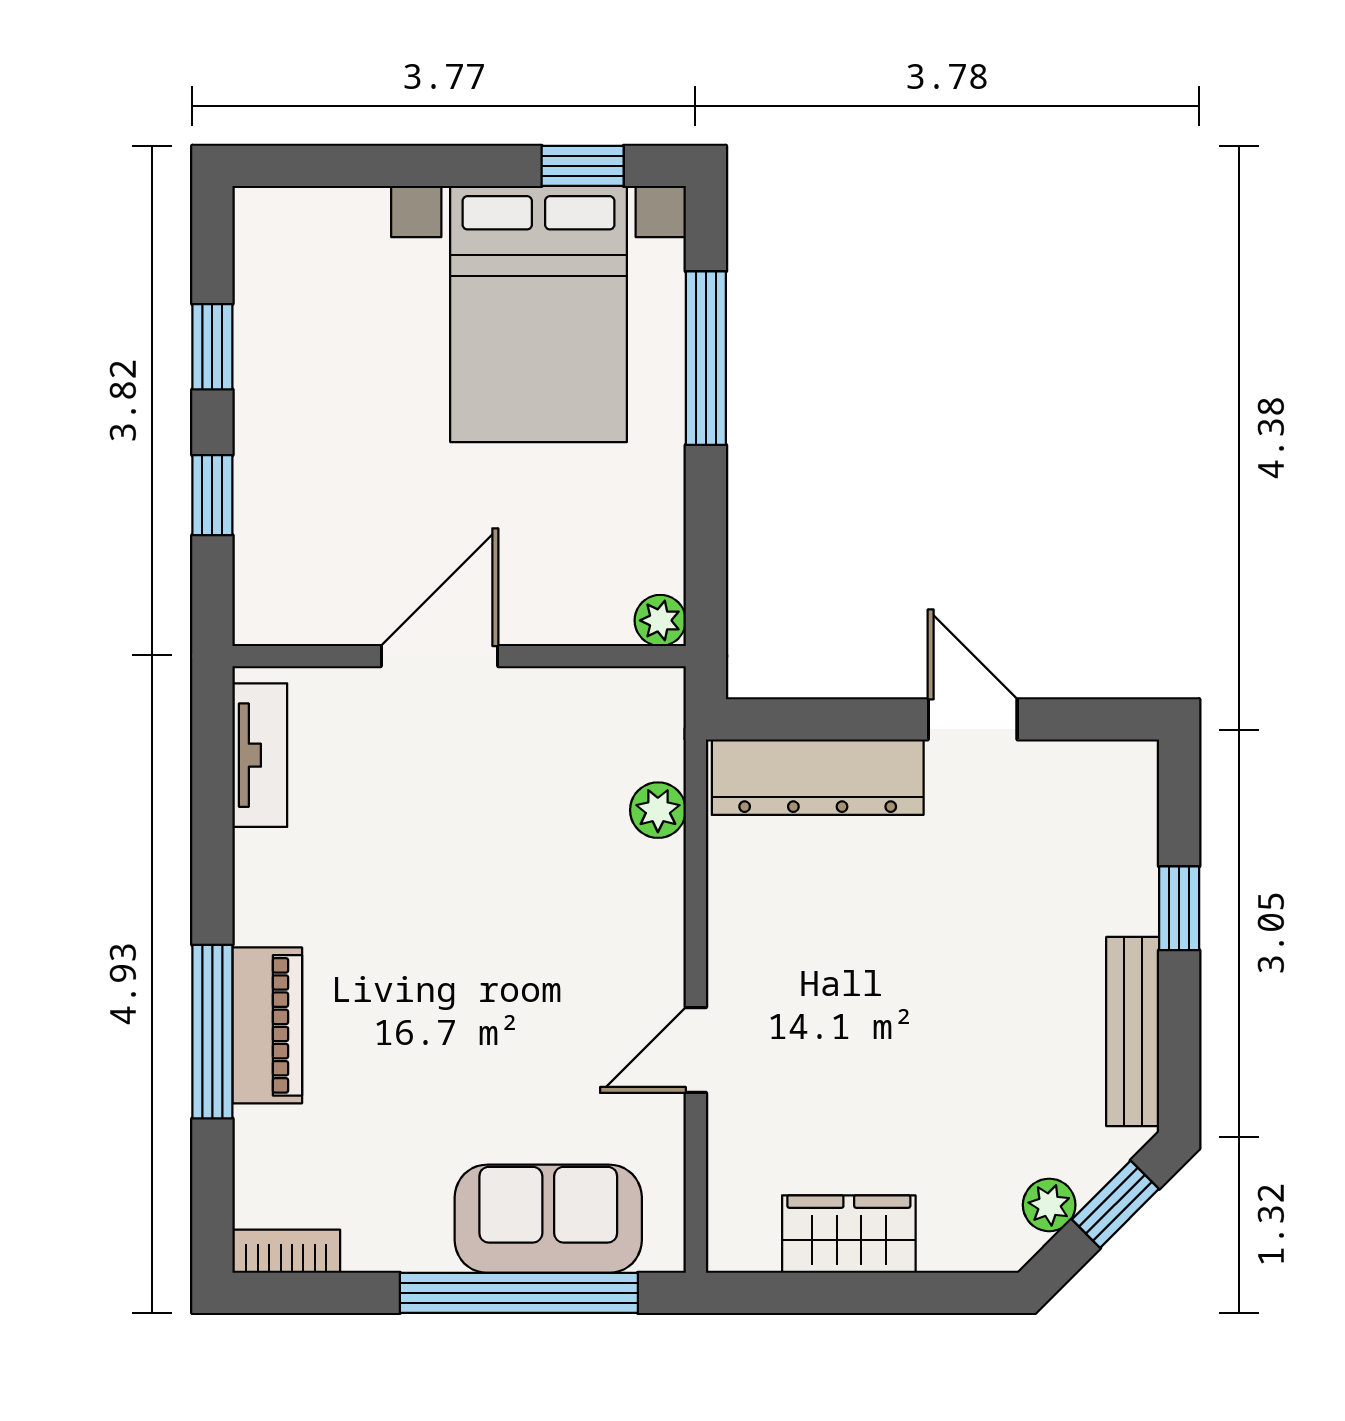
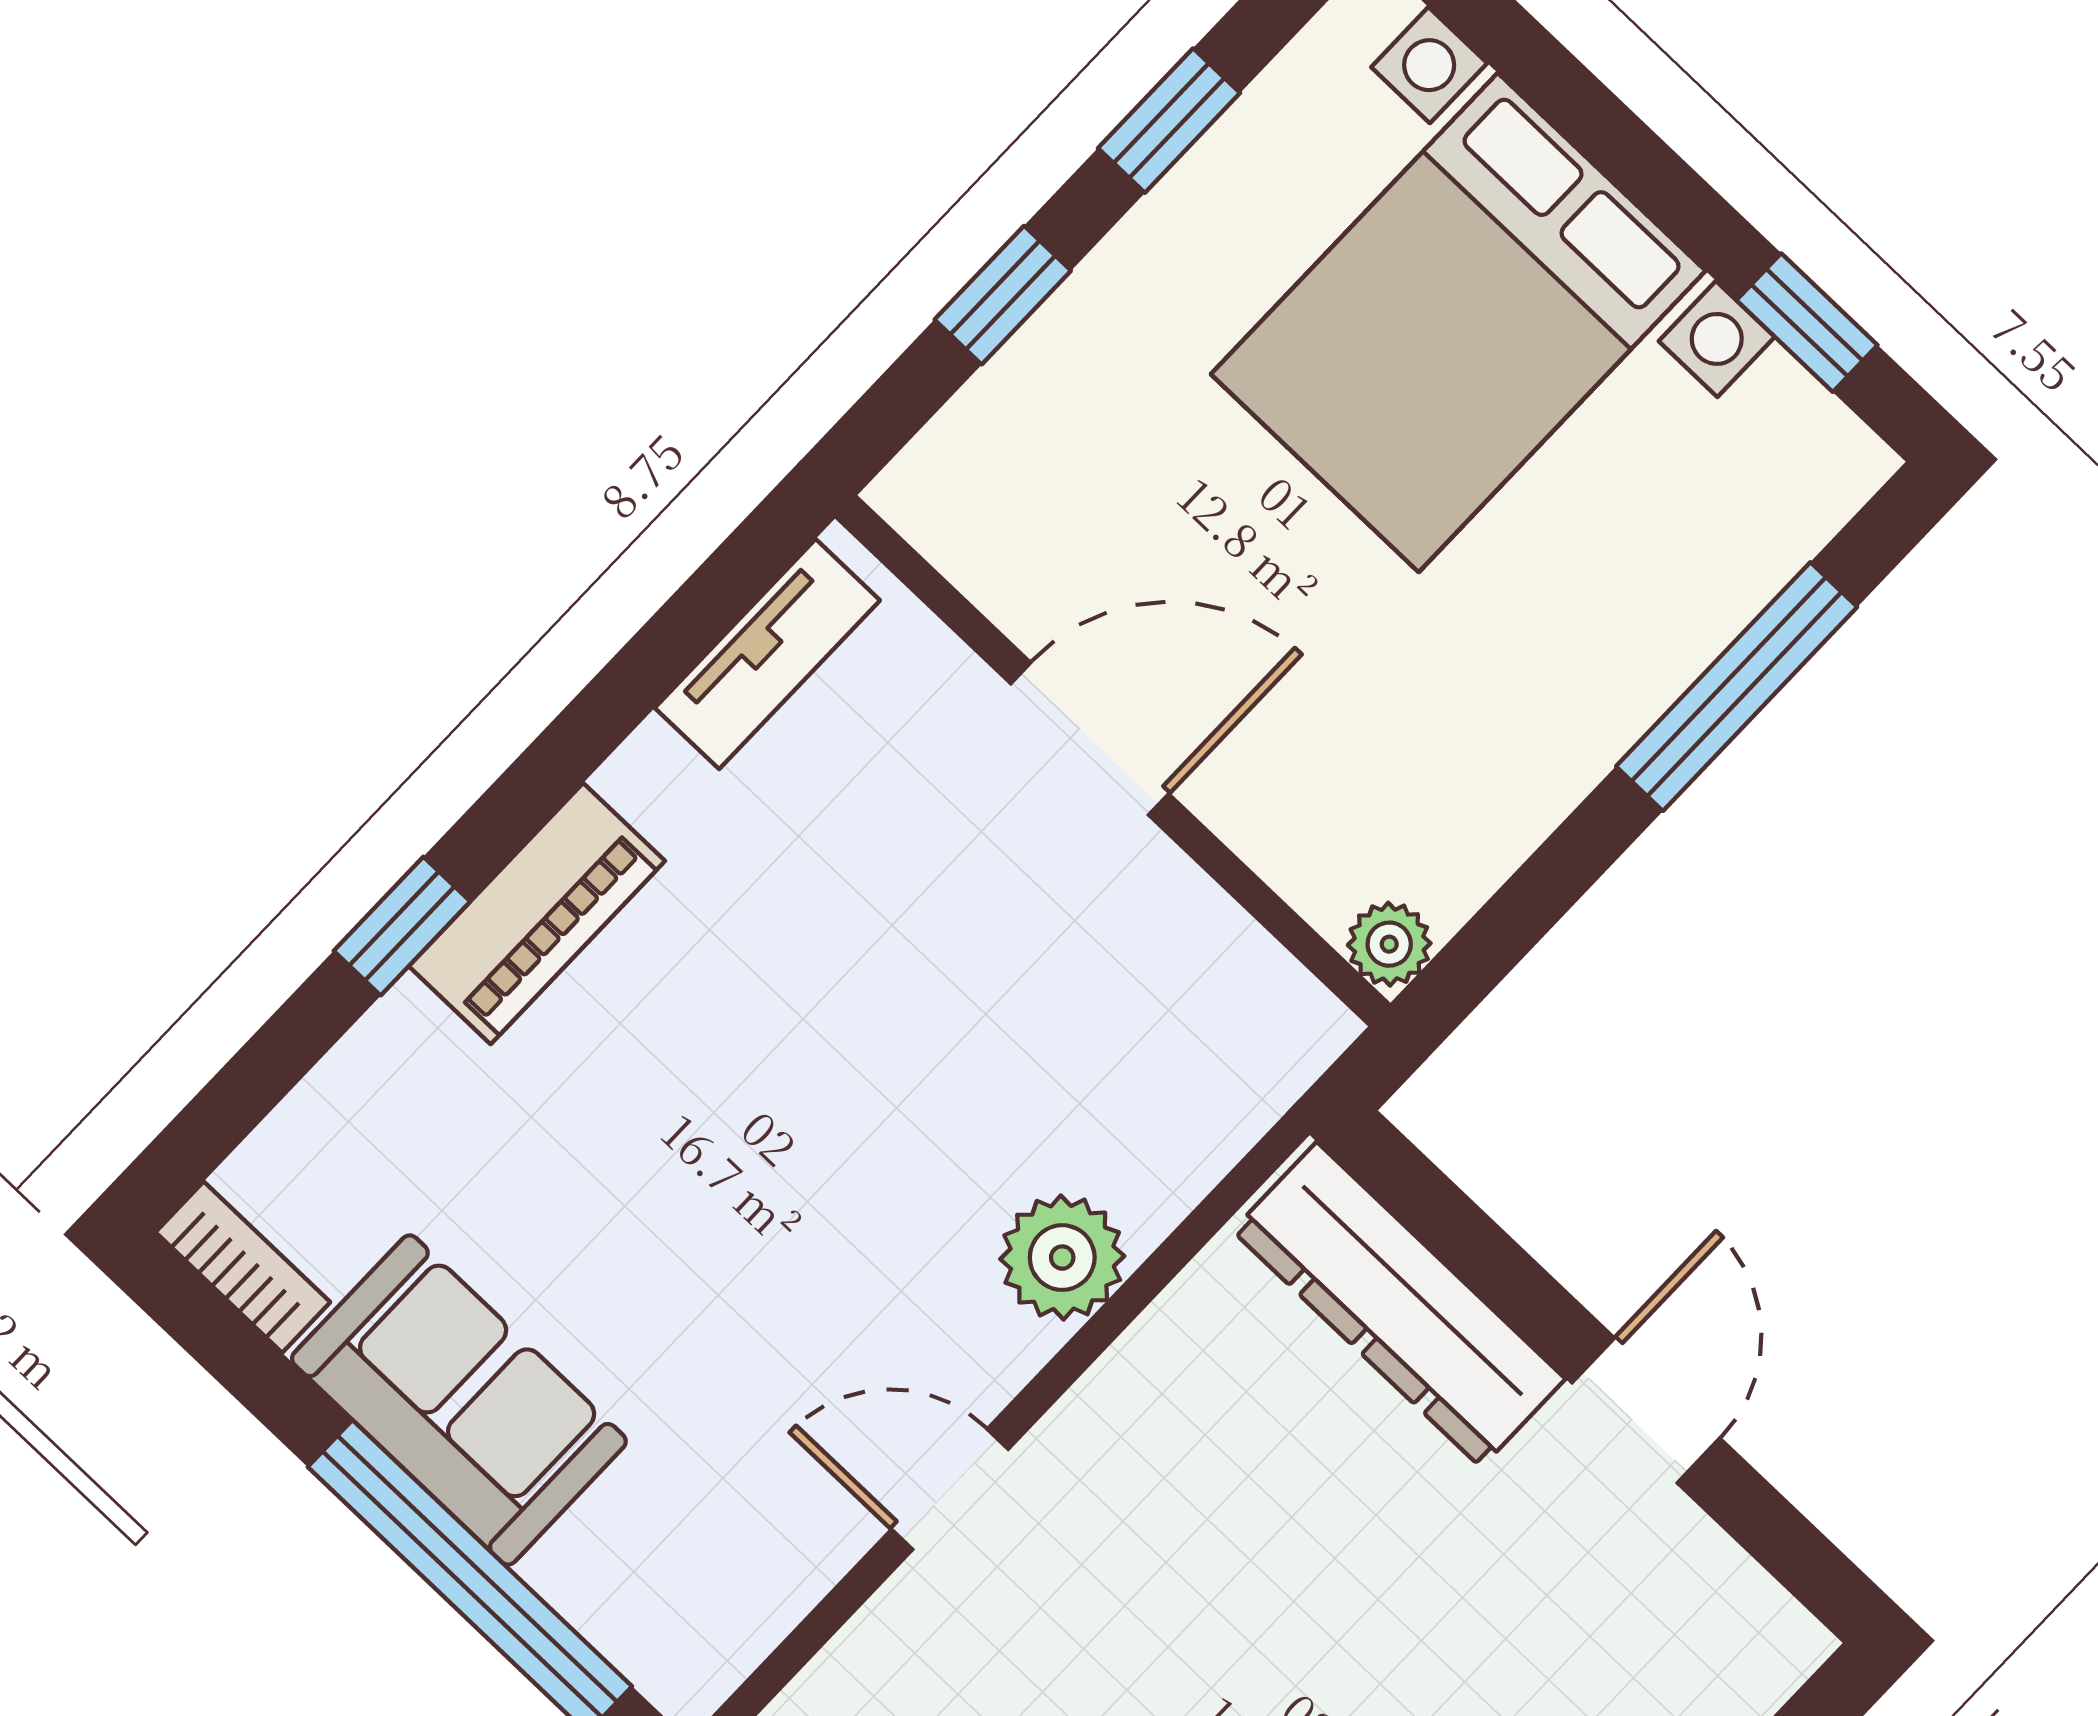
bed with nightstands: (539, 314) -> (1458, 323), moved
plant: (658, 810) -> (1062, 1258), moved, width x1.38, depth x1.38
piano: (267, 1025) -> (537, 914), moved
window: (212, 1032) -> (402, 926), width x0.46
sofa: (548, 1219) -> (459, 1400), moved

